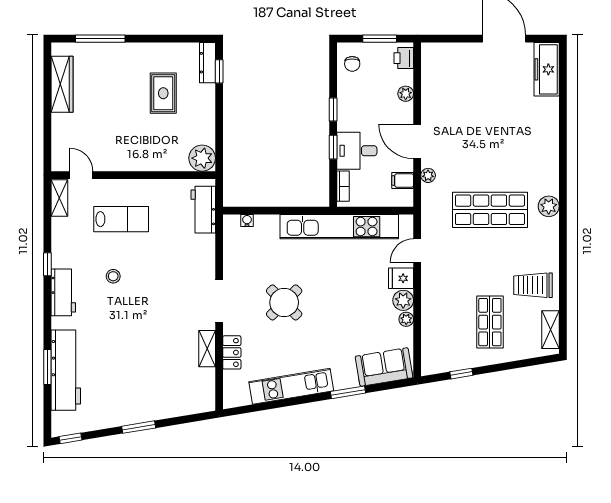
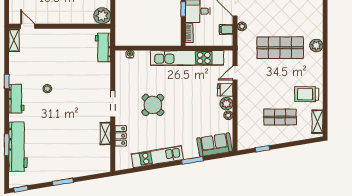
lab bench: (121, 219) -> (52, 53), removed
shop shelf: (490, 322) -> (280, 117), turned 90

